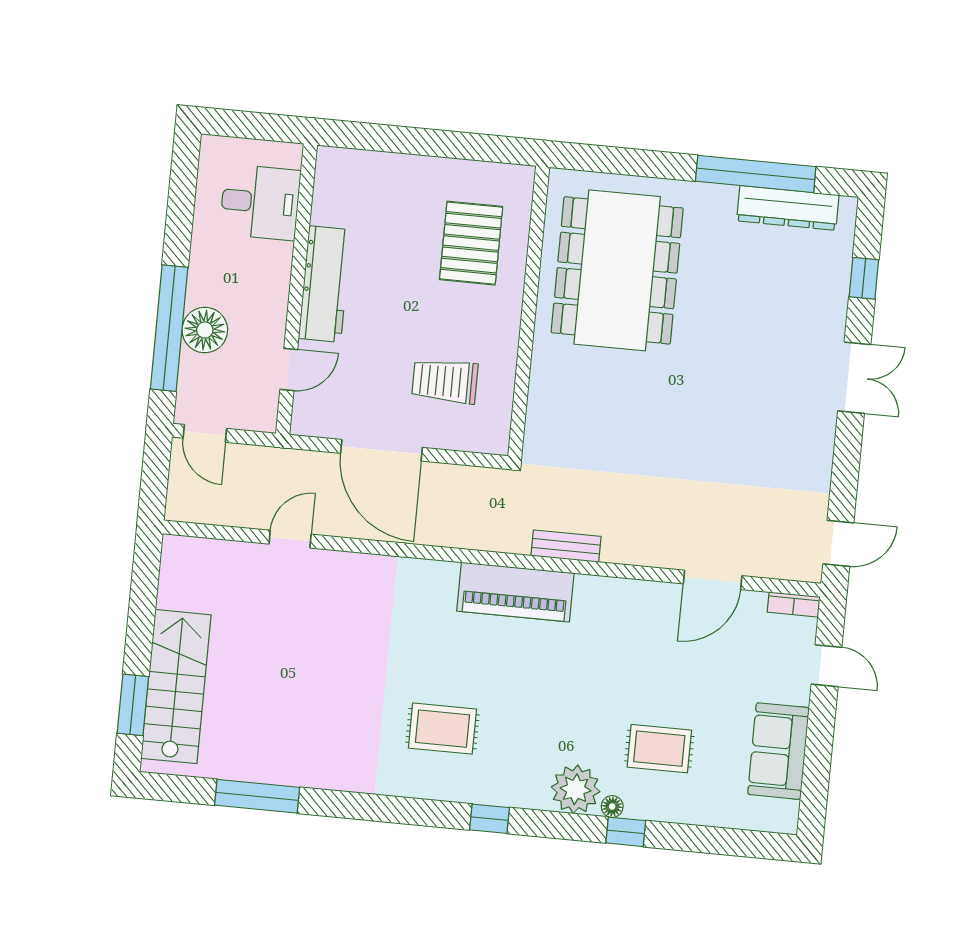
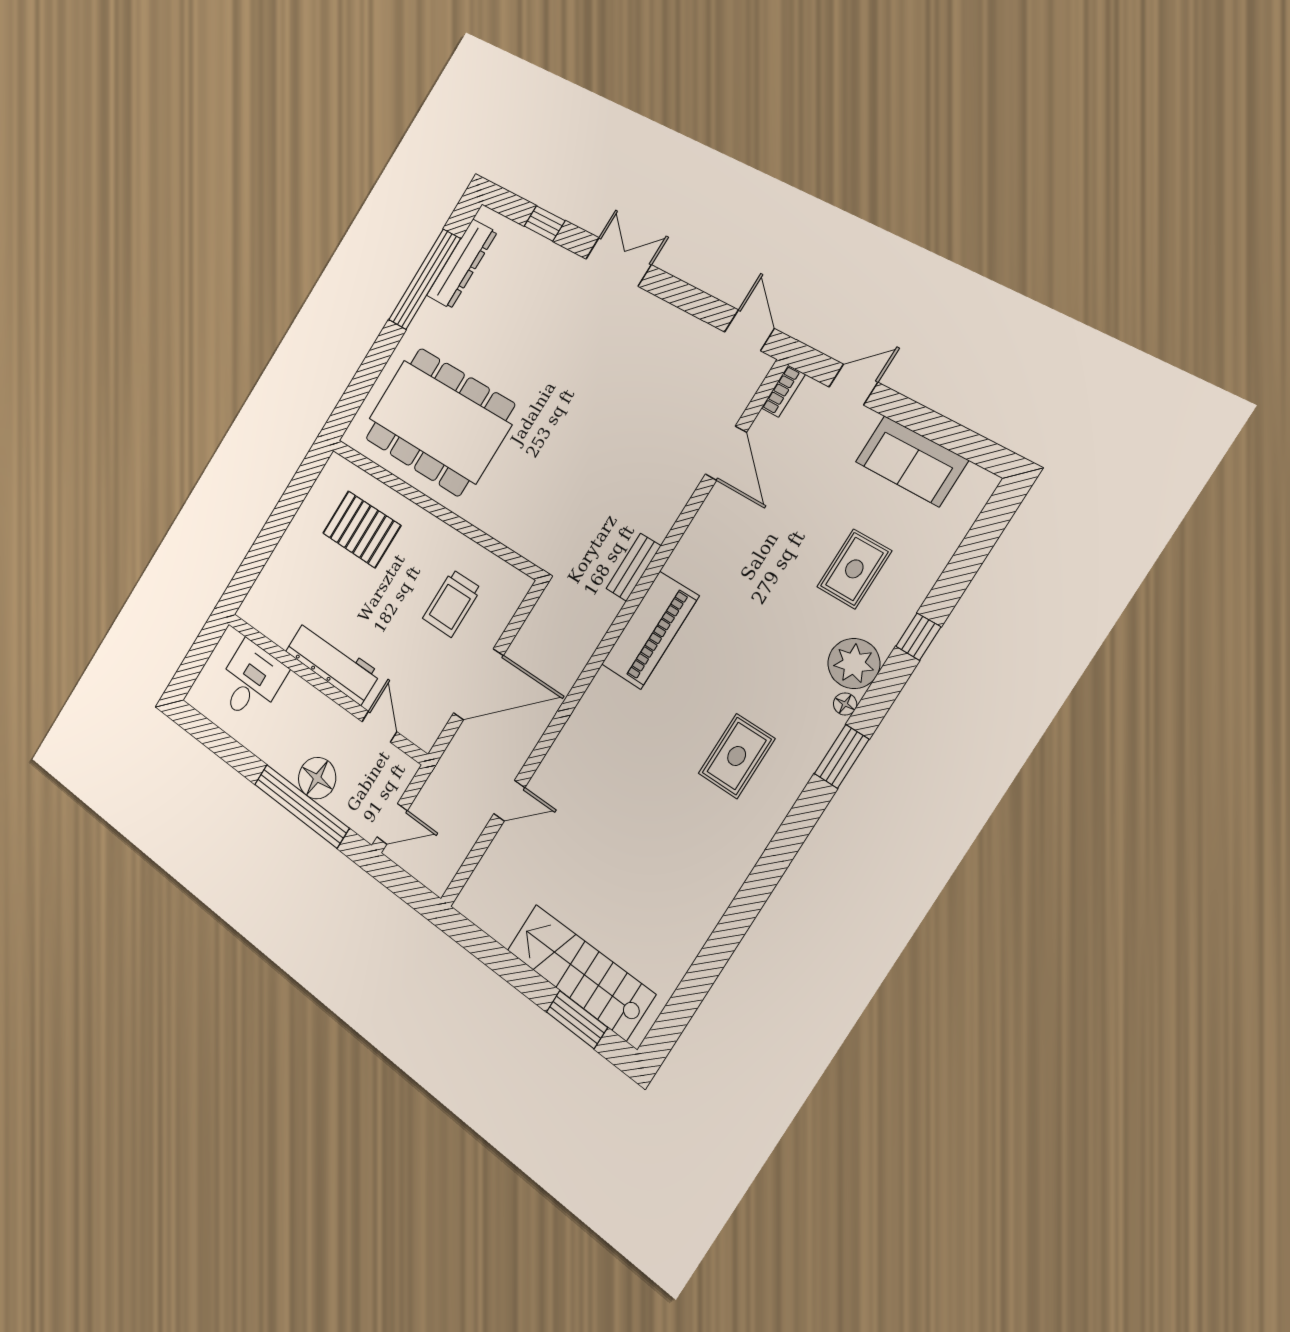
door: (290, 539) -> (509, 801), swing flipped
window: (257, 796) -> (713, 957), removed
floor lamp: (612, 807) -> (845, 704), moved
window: (490, 819) -> (842, 756), width x1.50

